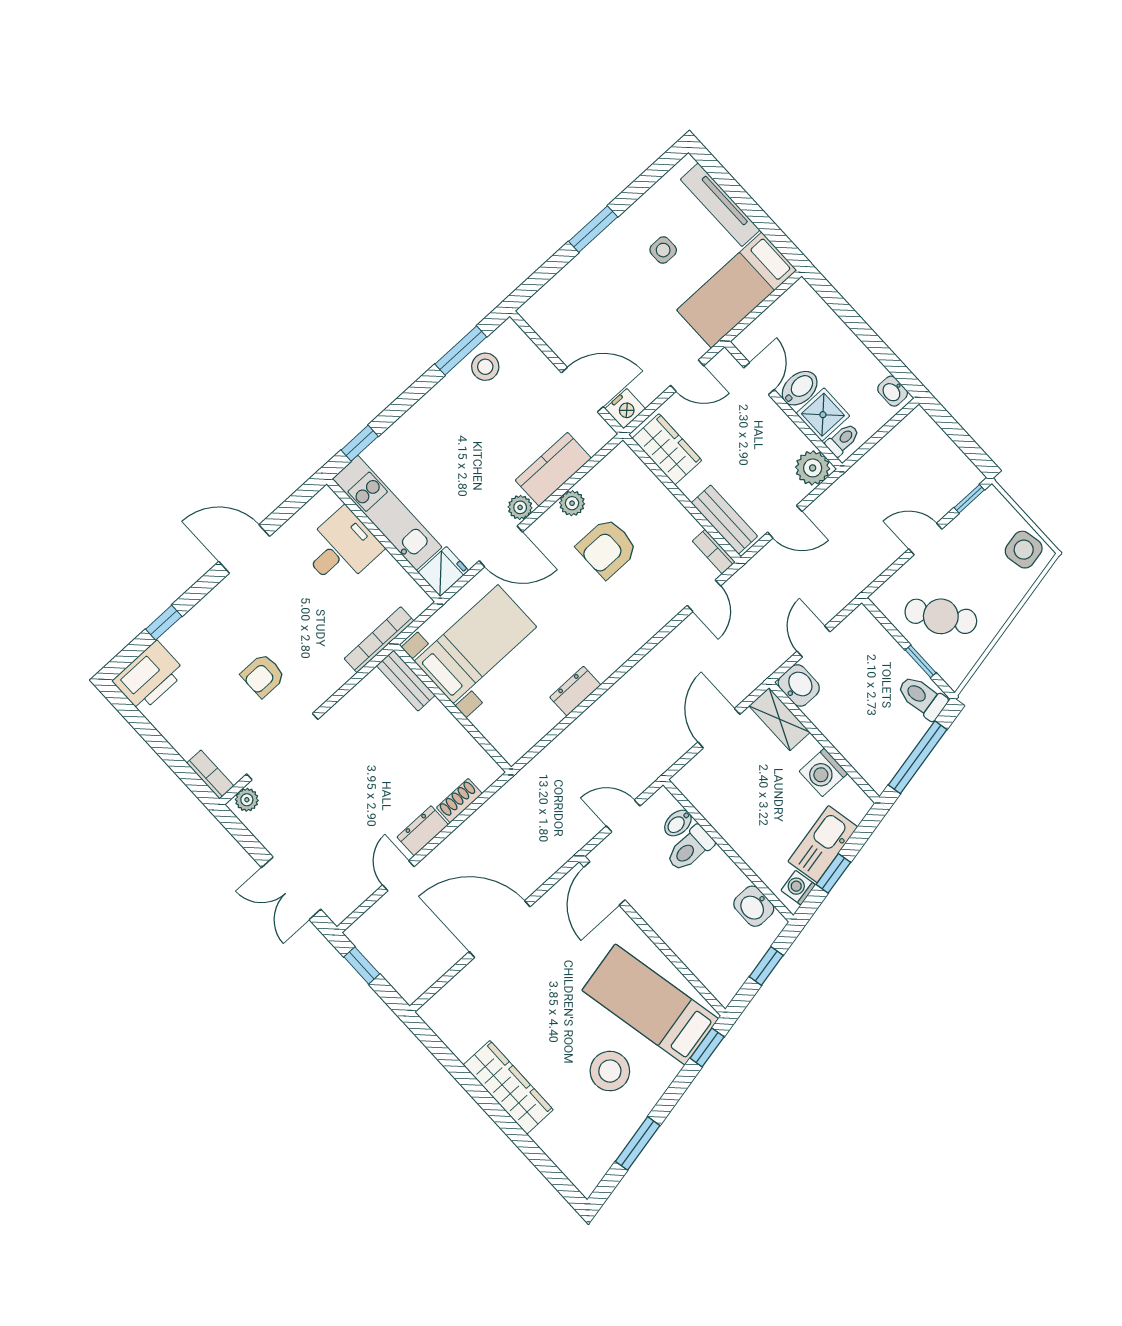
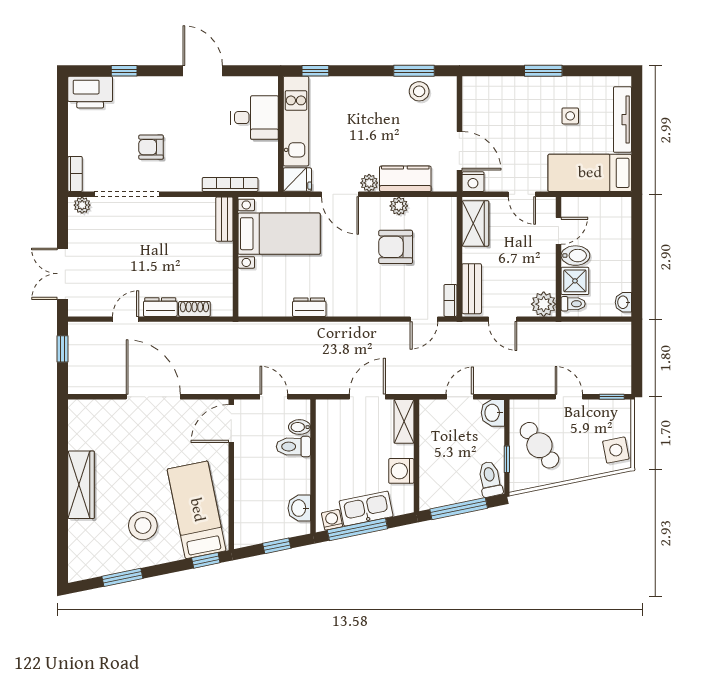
washbasin: (799, 685) -> (493, 413), moved, turned 180
window: (833, 873) -> (357, 529), width x2.17

